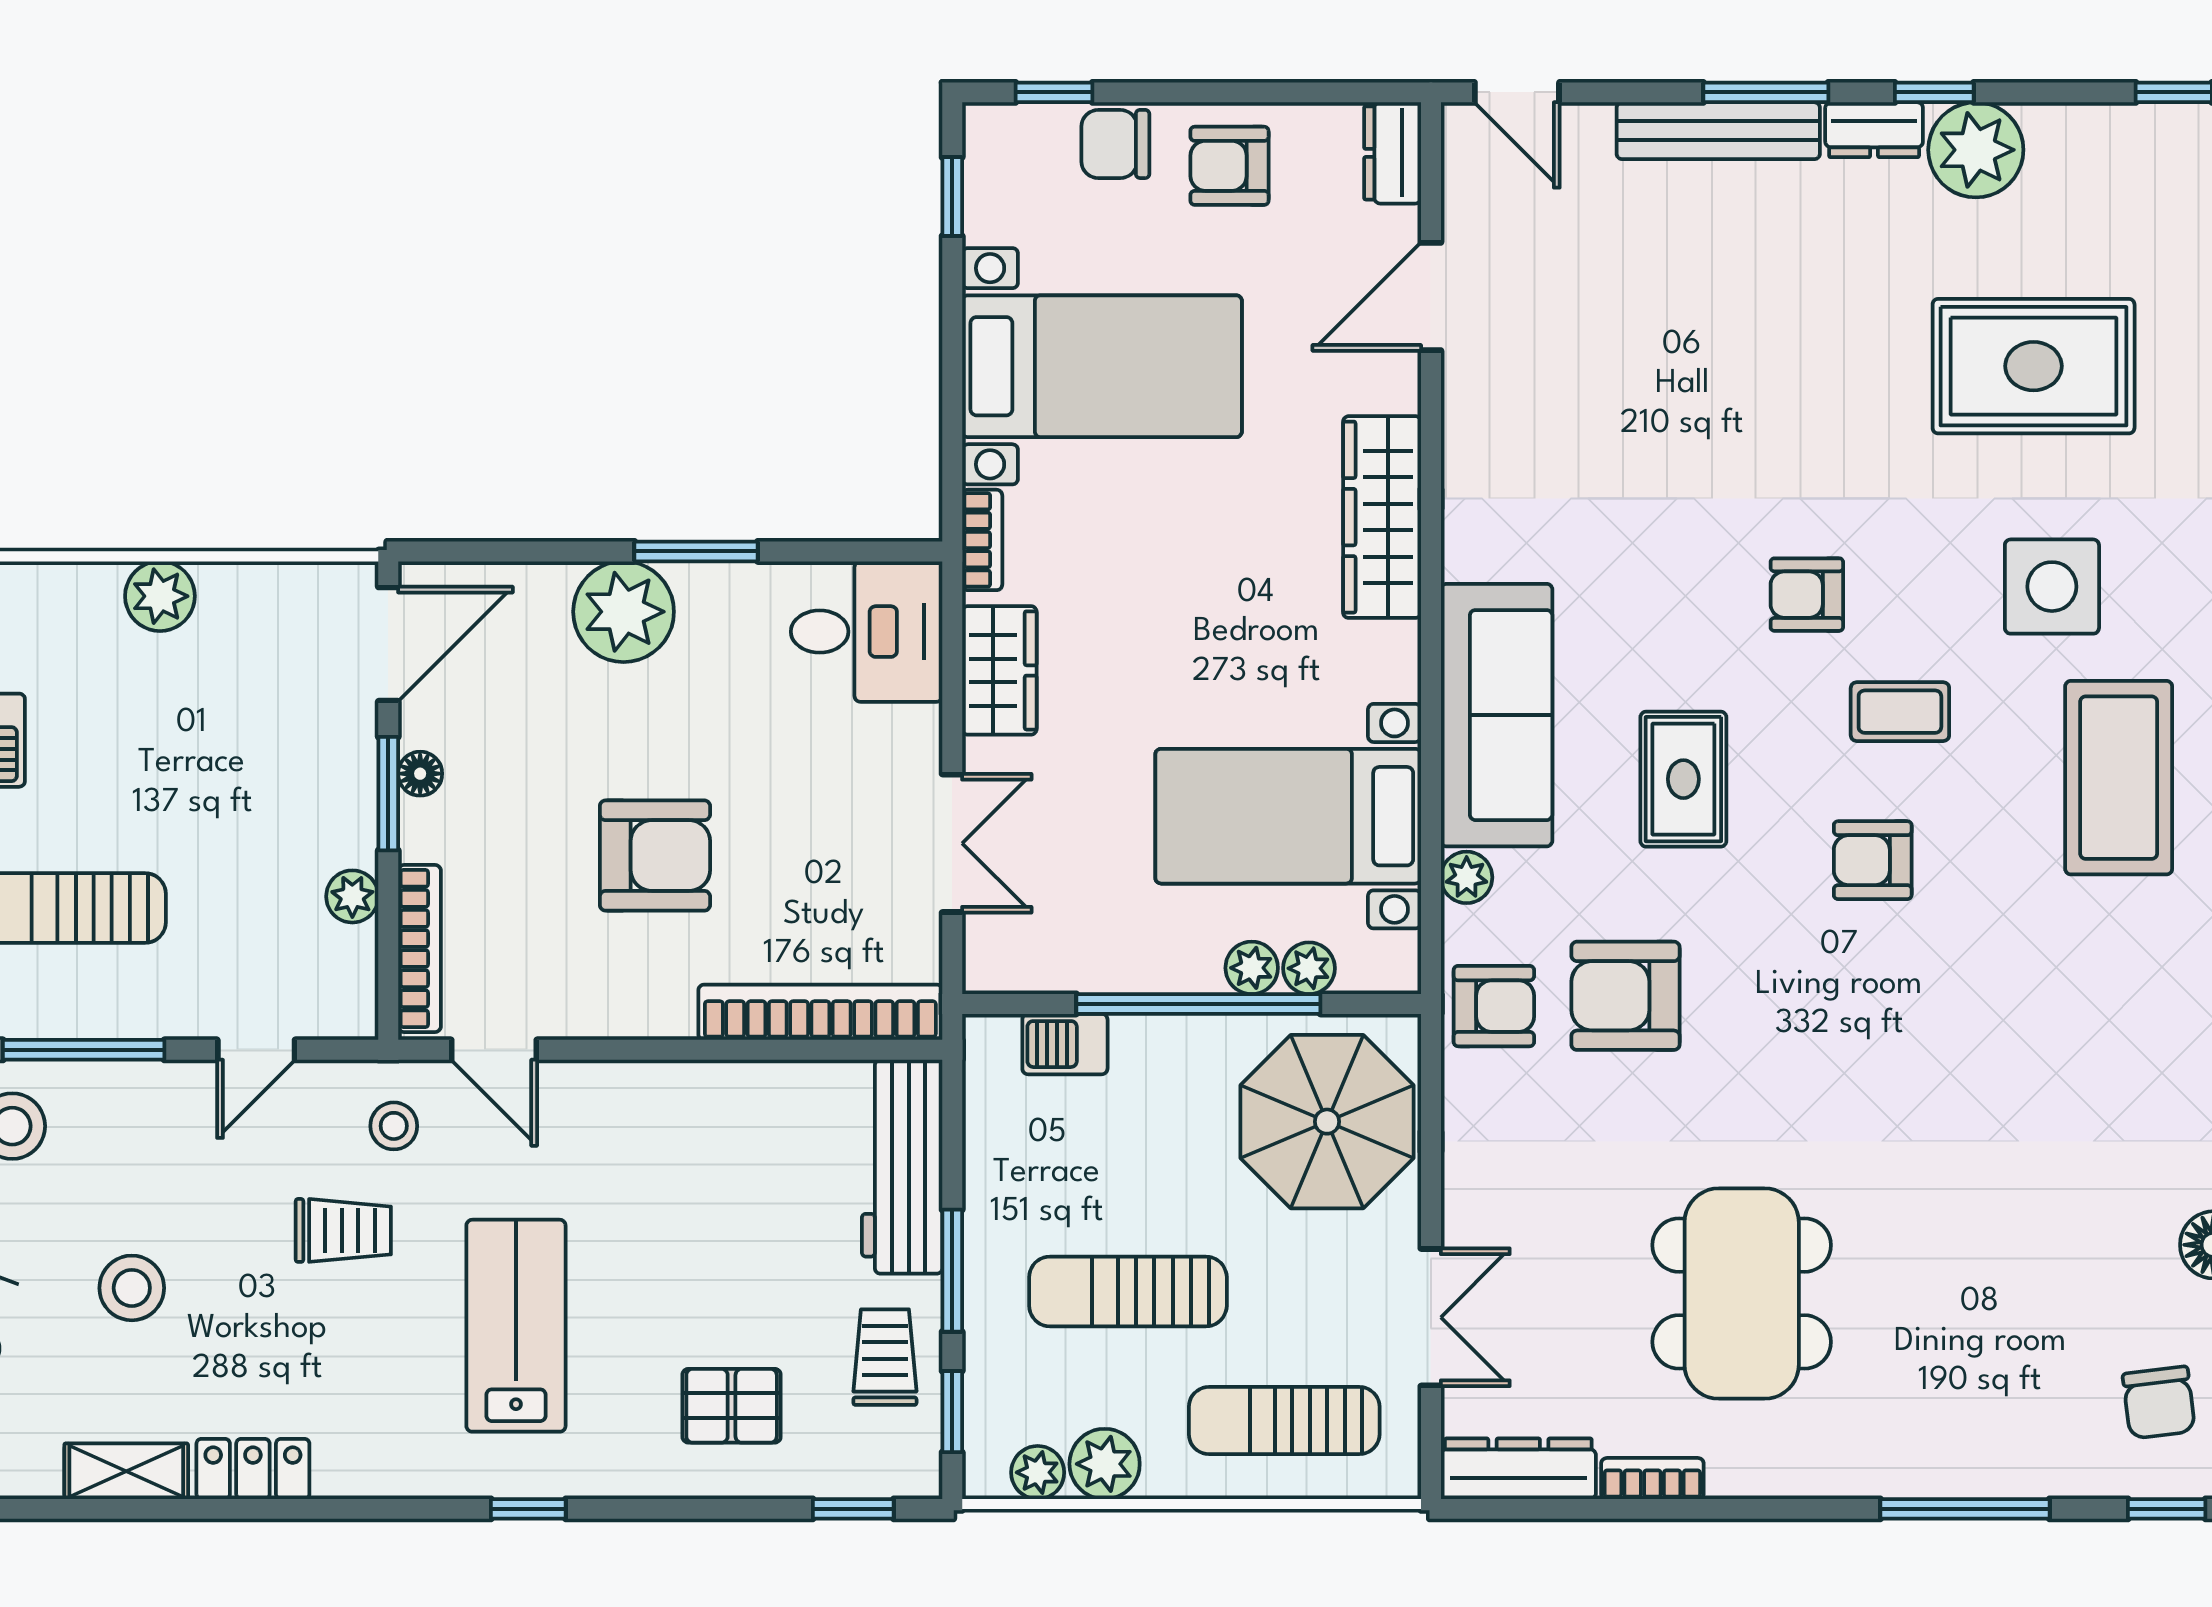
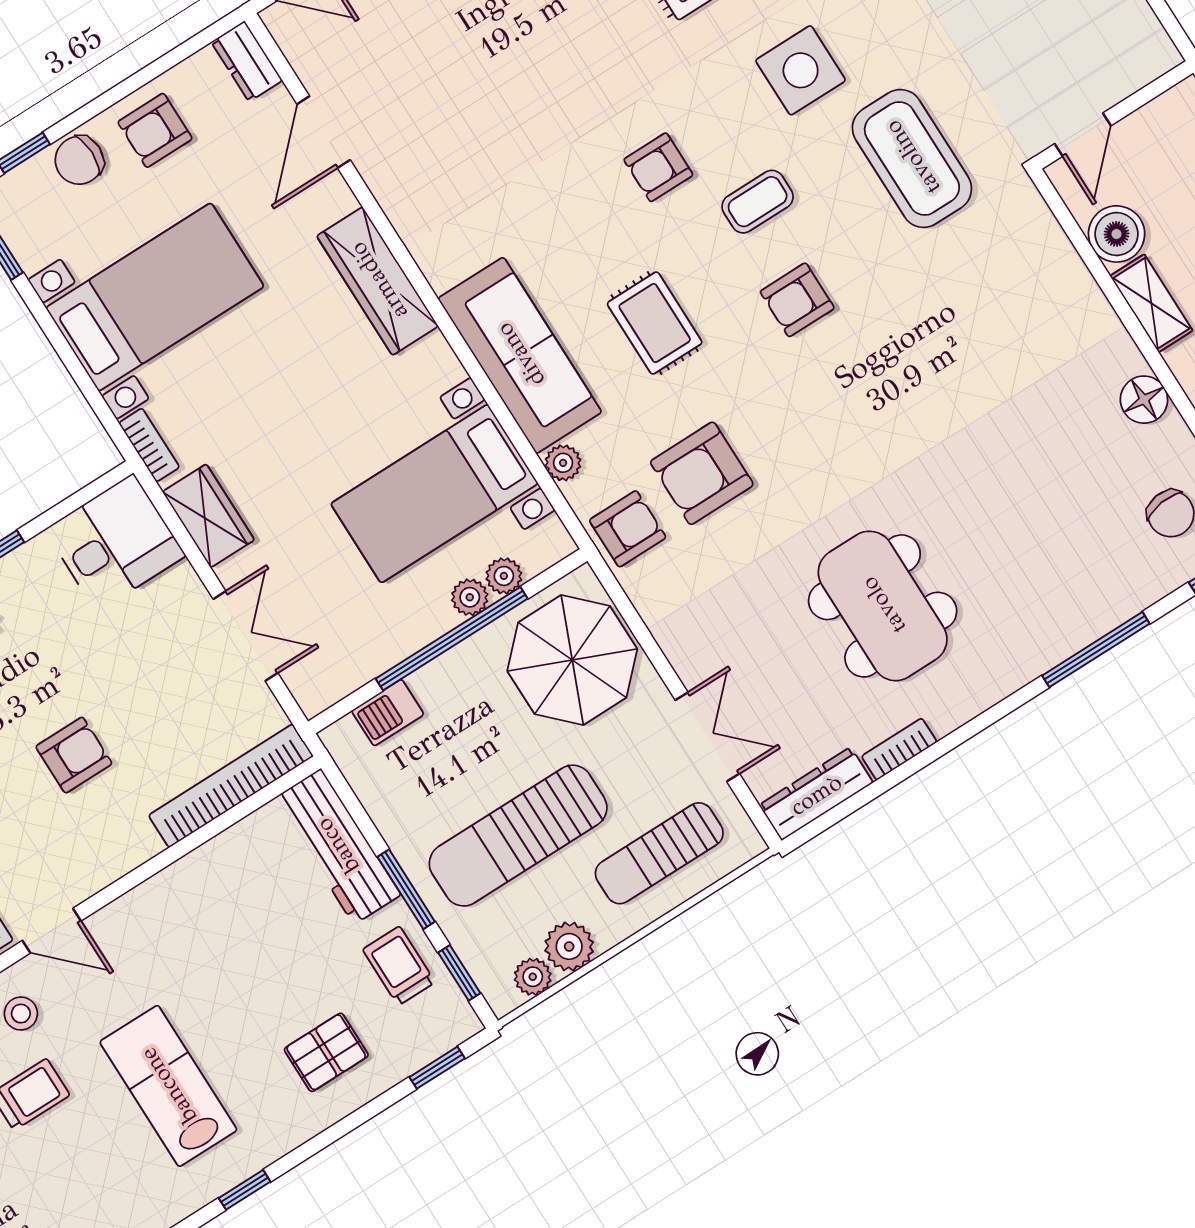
armchair: (655, 856) -> (74, 755), width x0.72, depth x0.72
sun lounger: (1128, 1291) -> (518, 836), width x1.36, depth x1.34

